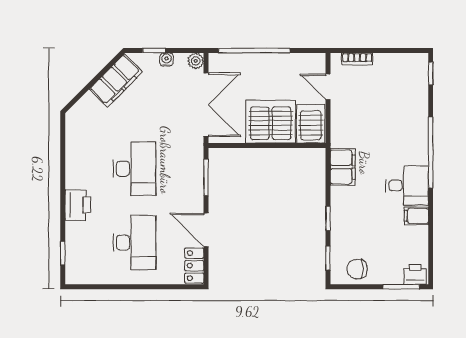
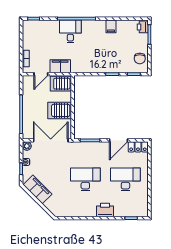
server rack: (271, 121) -> (60, 110), width x0.62
filing cabinet: (343, 167) -> (60, 66), moved
desk: (407, 186) -> (70, 31), moved

